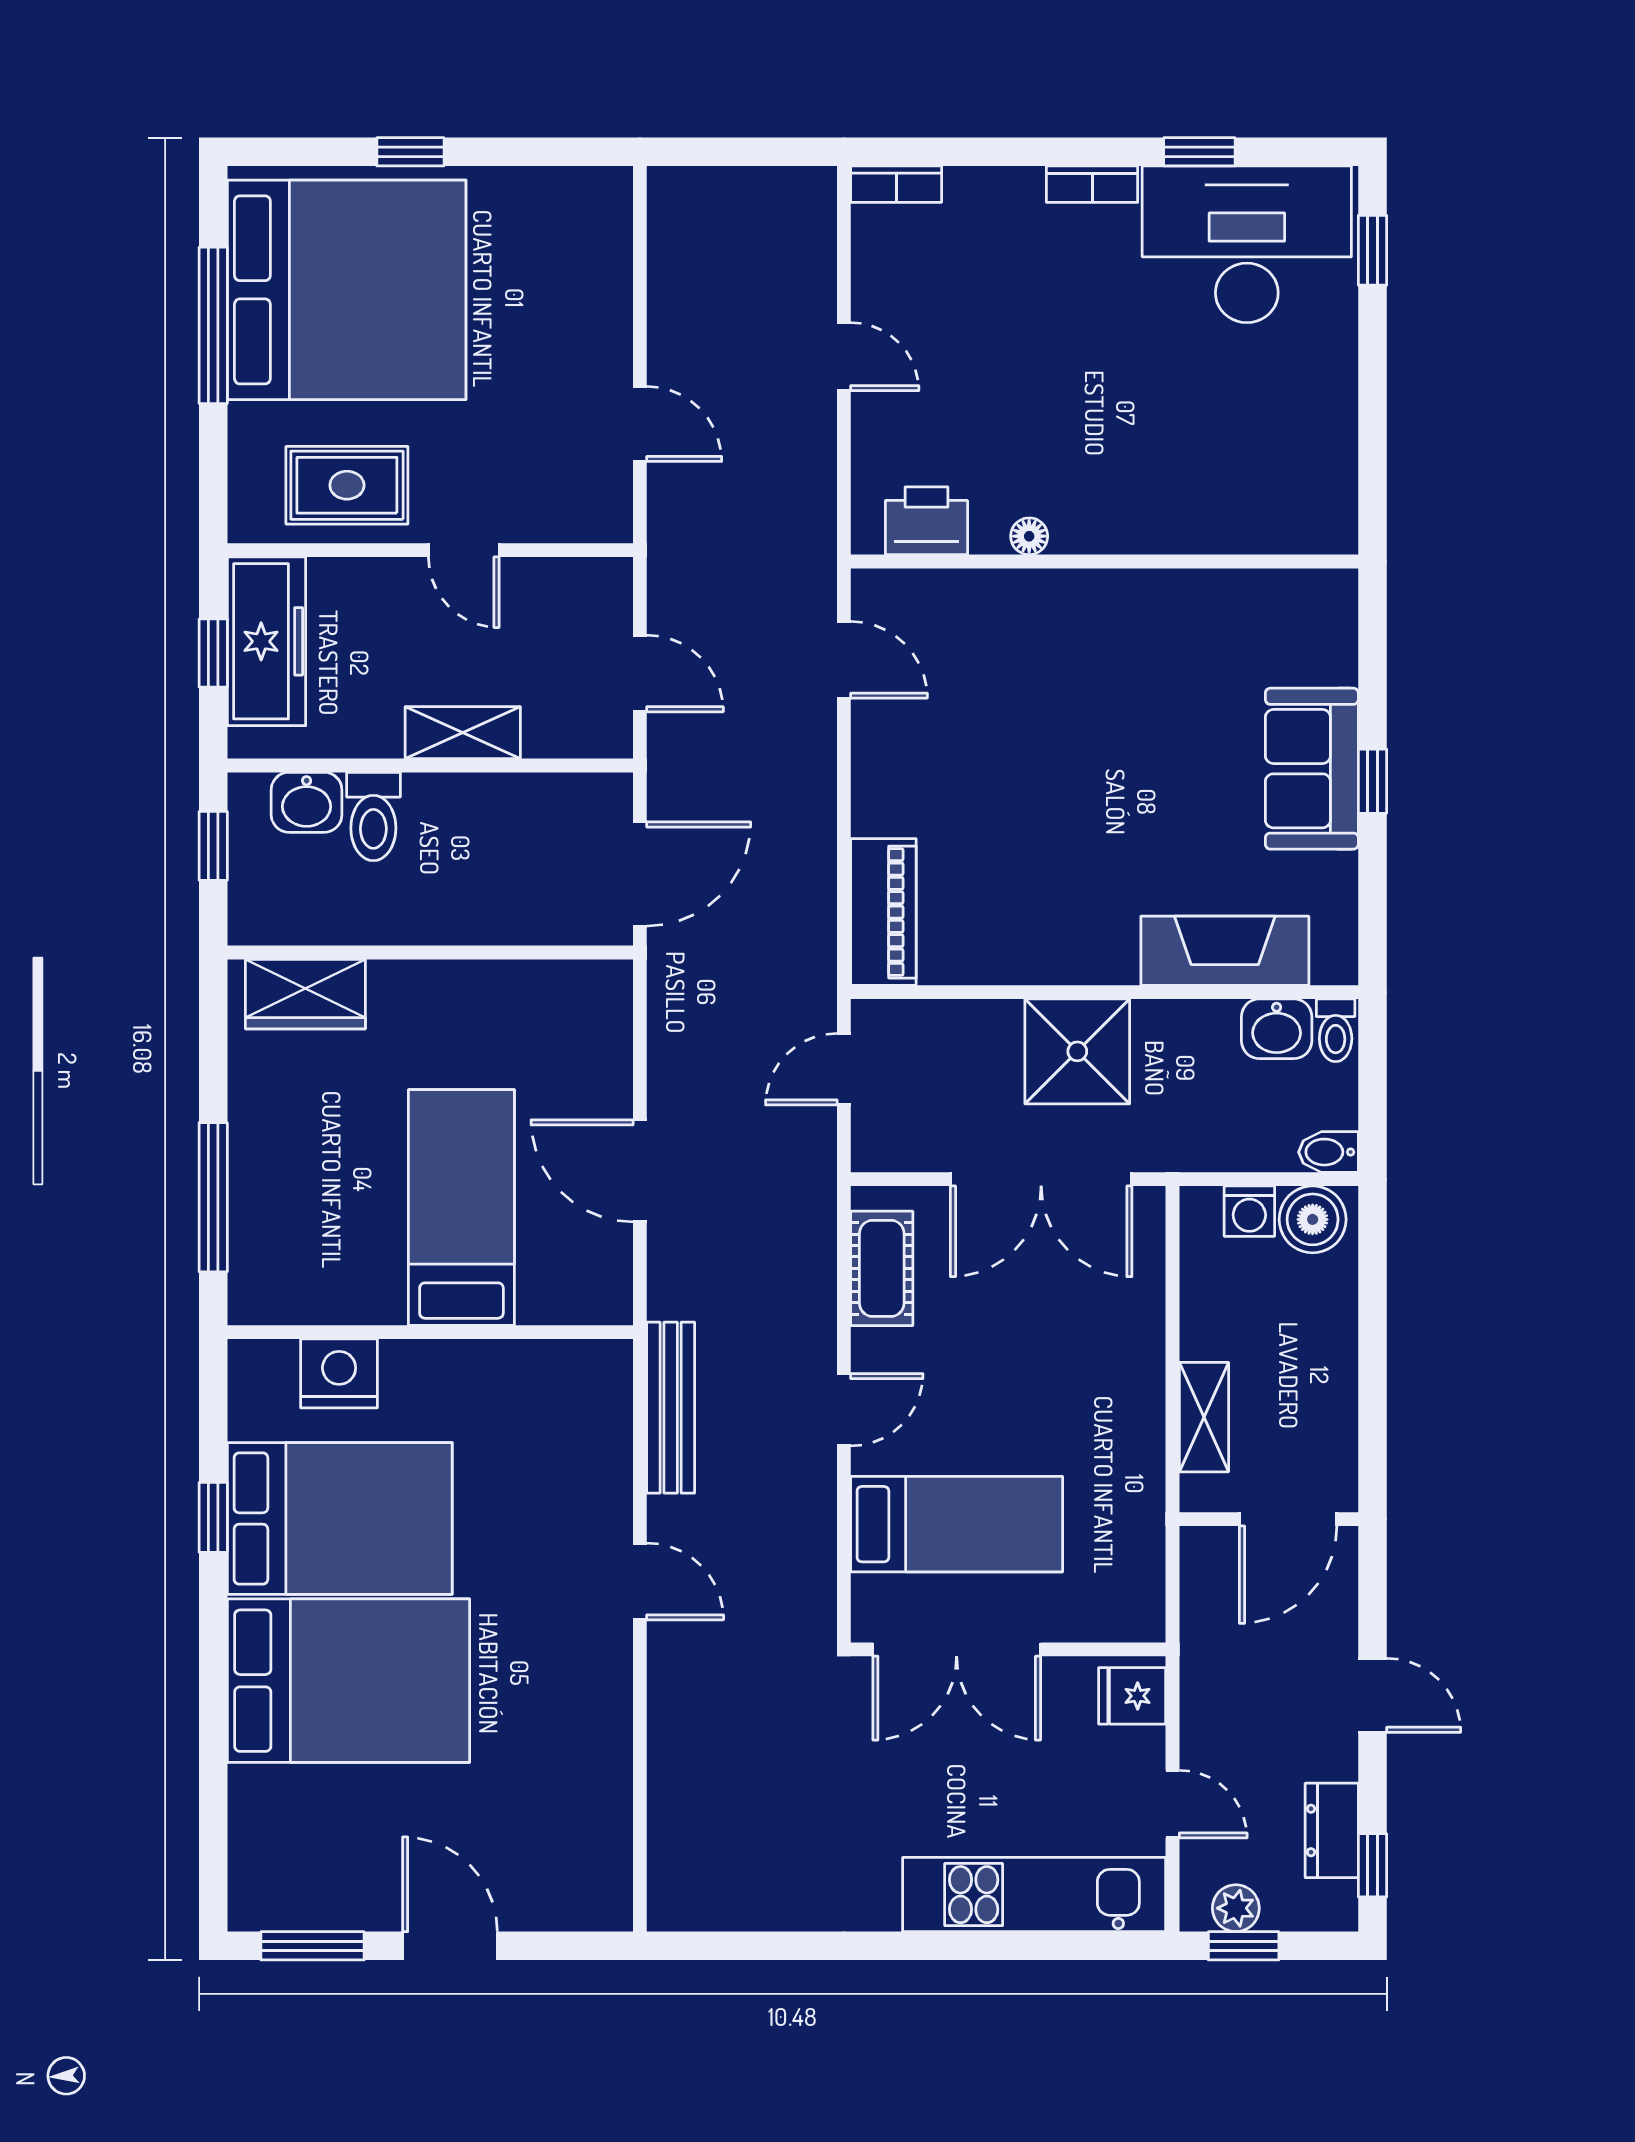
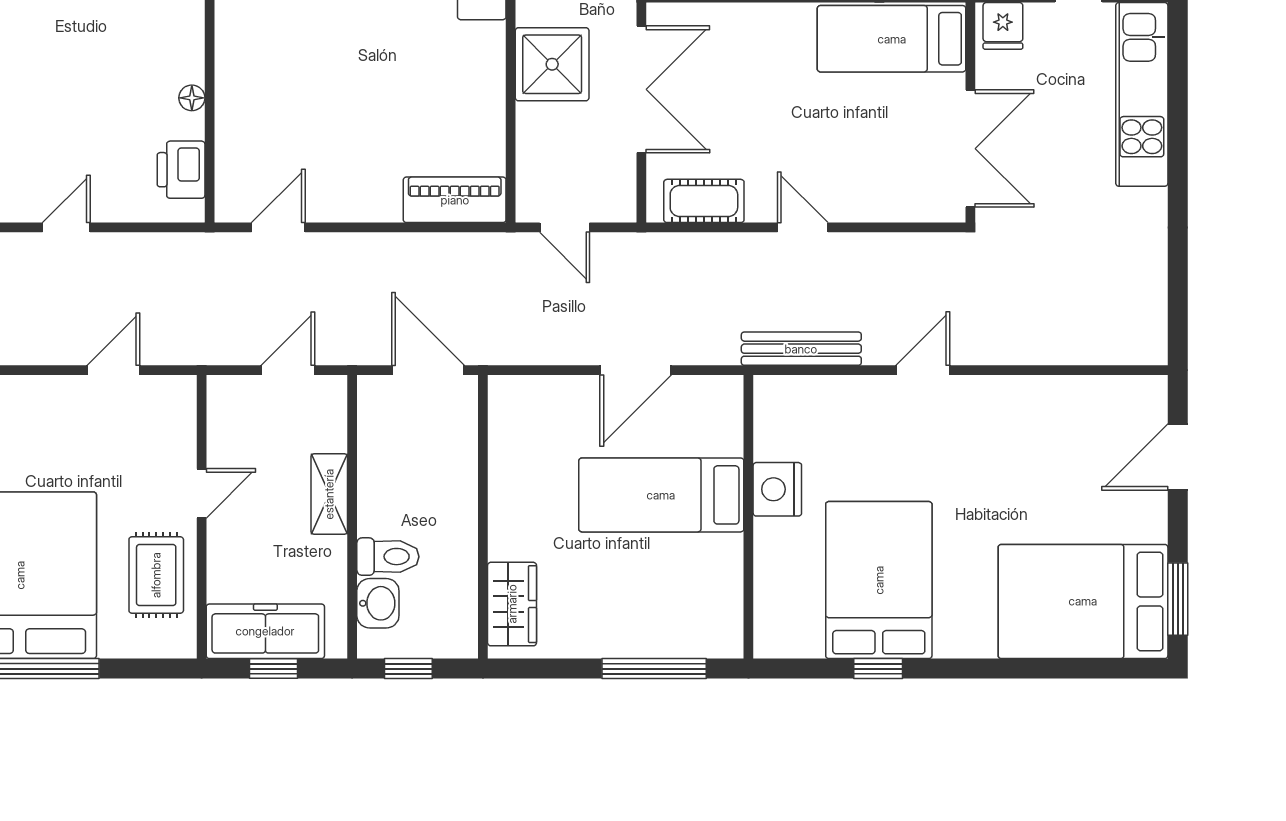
nightstand: (339, 1373) -> (777, 489), moved
bed: (957, 1524) -> (892, 39), moved, turned -90
bed: (348, 1681) -> (1083, 601), moved, turned -90
door: (450, 1946) -> (1178, 457), moved

